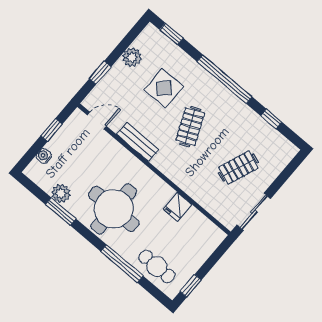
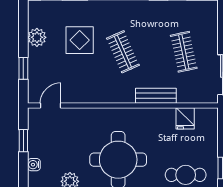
bench: (138, 142) -> (156, 96), moved
clothes rail: (238, 168) -> (184, 52), turned -33
fridge: (178, 207) -> (185, 118), moved

